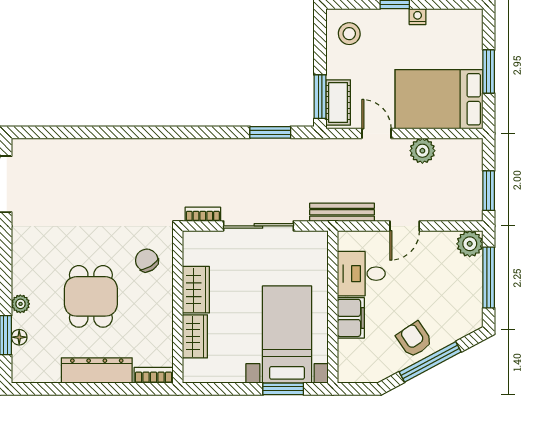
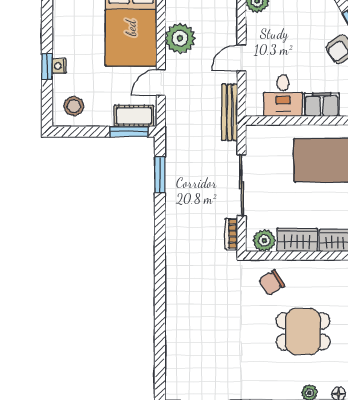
nightstand: (418, 17) -> (59, 66), moved
plant: (422, 151) -> (180, 38), width x1.36, depth x1.36
door: (405, 226) -> (242, 58), swing flipped
plant: (195, 252) -> (264, 241), added

